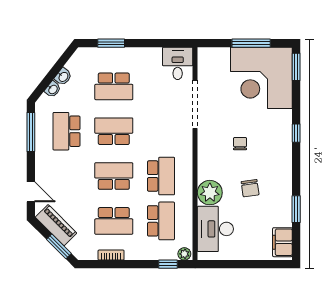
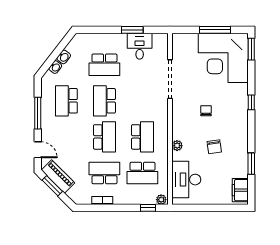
window: (111, 43) -> (132, 30), moved
desk: (178, 63) -> (140, 46), moved
school desk: (114, 131) -> (104, 101), turned -90
window: (31, 132) -> (38, 113), moved
school desk: (114, 176) -> (104, 137), turned 90
plant: (210, 193) -> (177, 146), width x0.53, depth x0.53
school desk: (114, 221) -> (104, 173), turned 180
school desk: (161, 221) -> (142, 173), turned 90
window: (59, 246) -> (52, 186), moved

